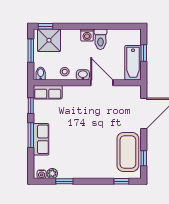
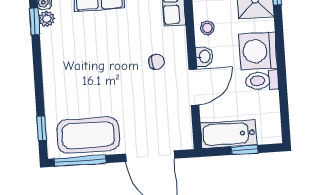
washing machine: (87, 35) -> (258, 51), width x1.89, depth x1.89
chair: (84, 105) -> (156, 62), added
window: (144, 158) -> (80, 161), width x2.17
window: (64, 181) -> (35, 21), moved

